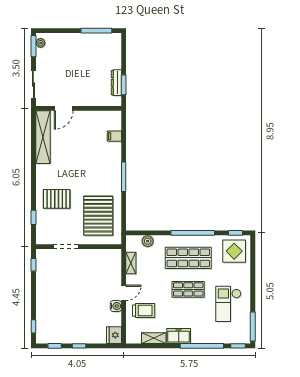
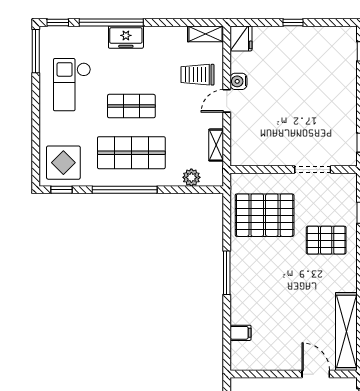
door: (64, 108) -> (316, 374), hinge flipped
pallet: (98, 216) -> (265, 215), turned 90
checkout: (228, 304) -> (72, 85), turned 180
freezer: (179, 336) -> (126, 37), moved
shelving: (154, 338) -> (205, 34), moved
window: (55, 346) -> (329, 22), removed

